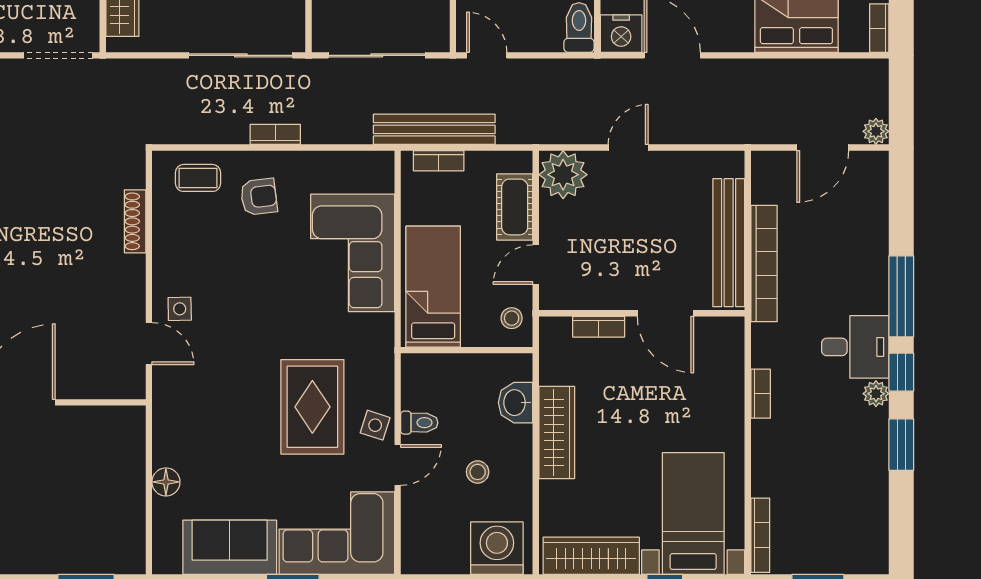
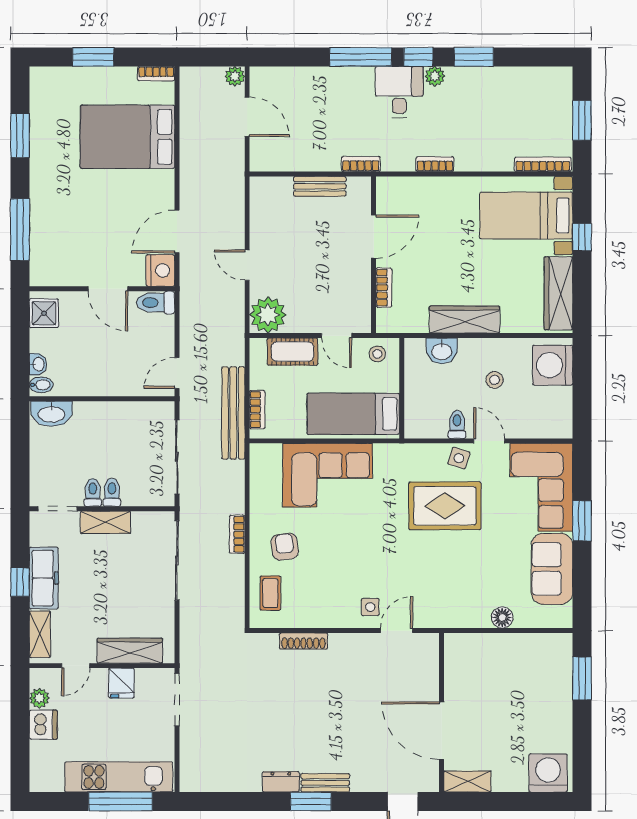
bench: (729, 243) -> (320, 186), width x0.54, depth x0.82
bookcase: (764, 264) -> (361, 164), width x0.43, depth x0.76

